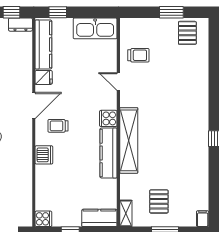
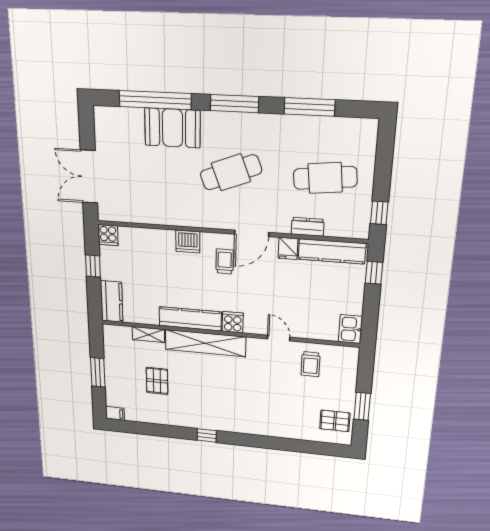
dresser: (20, 25) -> (308, 227), moved, turned 90
kitchen sink: (95, 28) -> (350, 329), width x0.53, depth x0.81
door: (118, 81) -> (279, 338), hinge flipped
door: (34, 105) -> (252, 233), hinge flipped
pallet: (159, 201) -> (157, 381), moved, turned 90
shelving: (126, 213) -> (148, 335), moved

